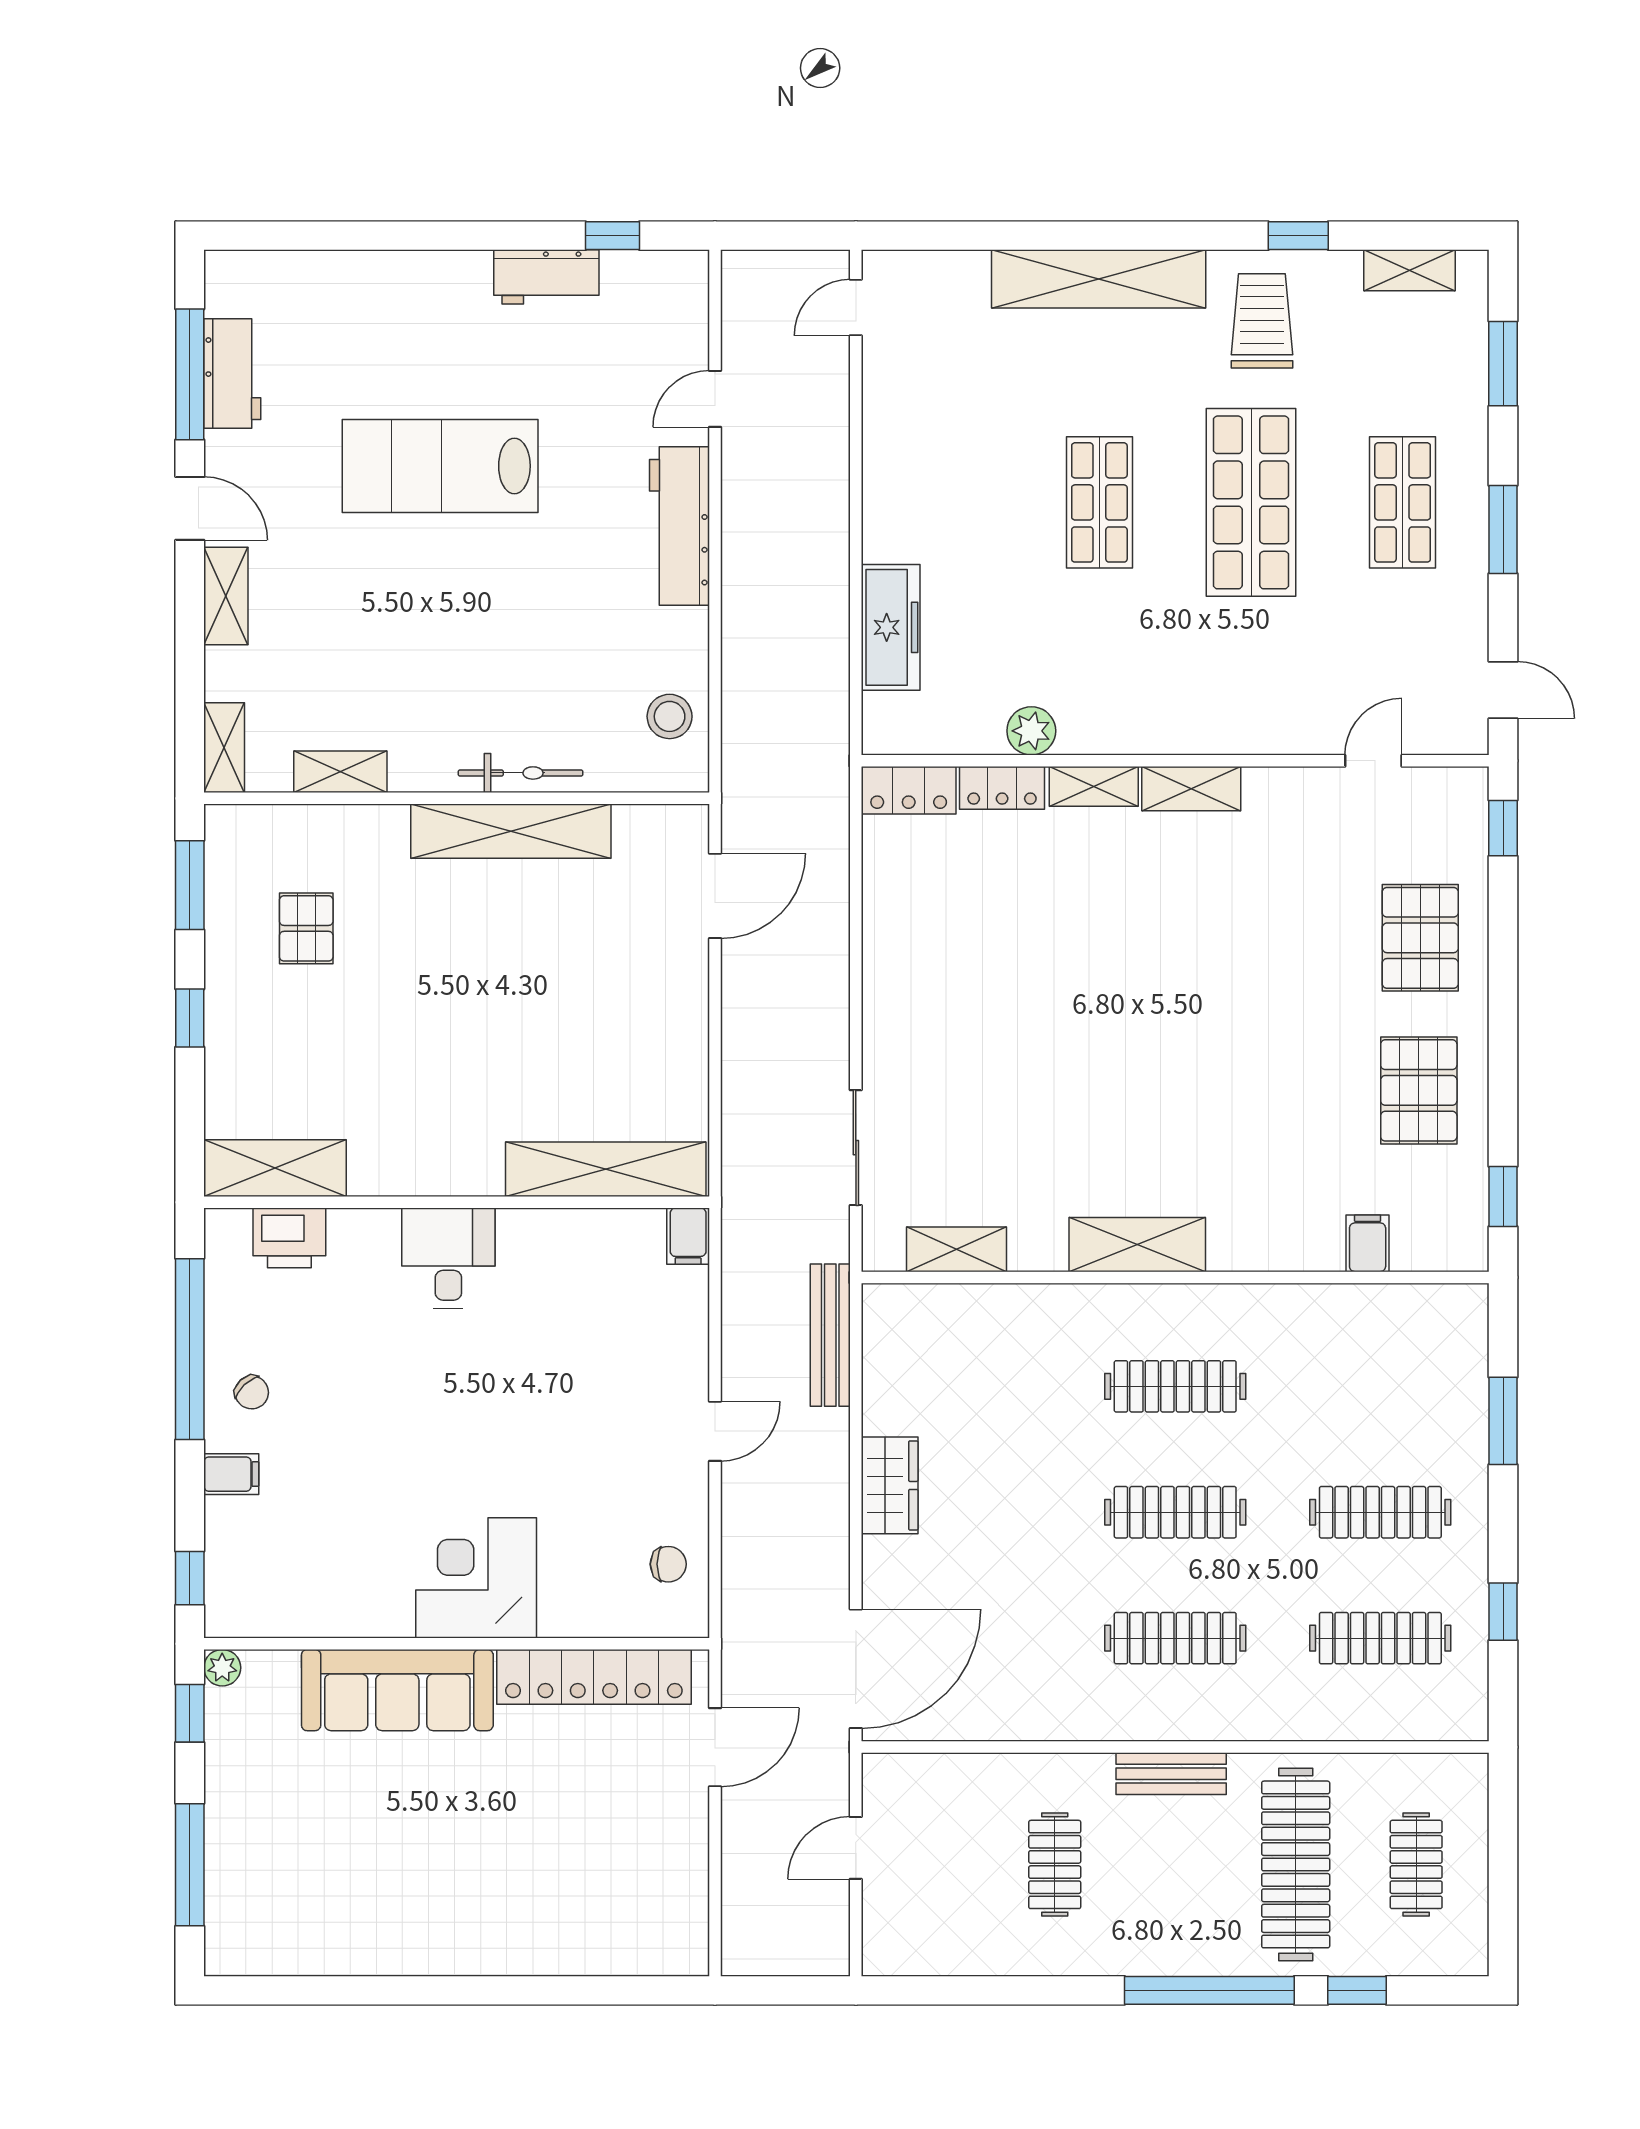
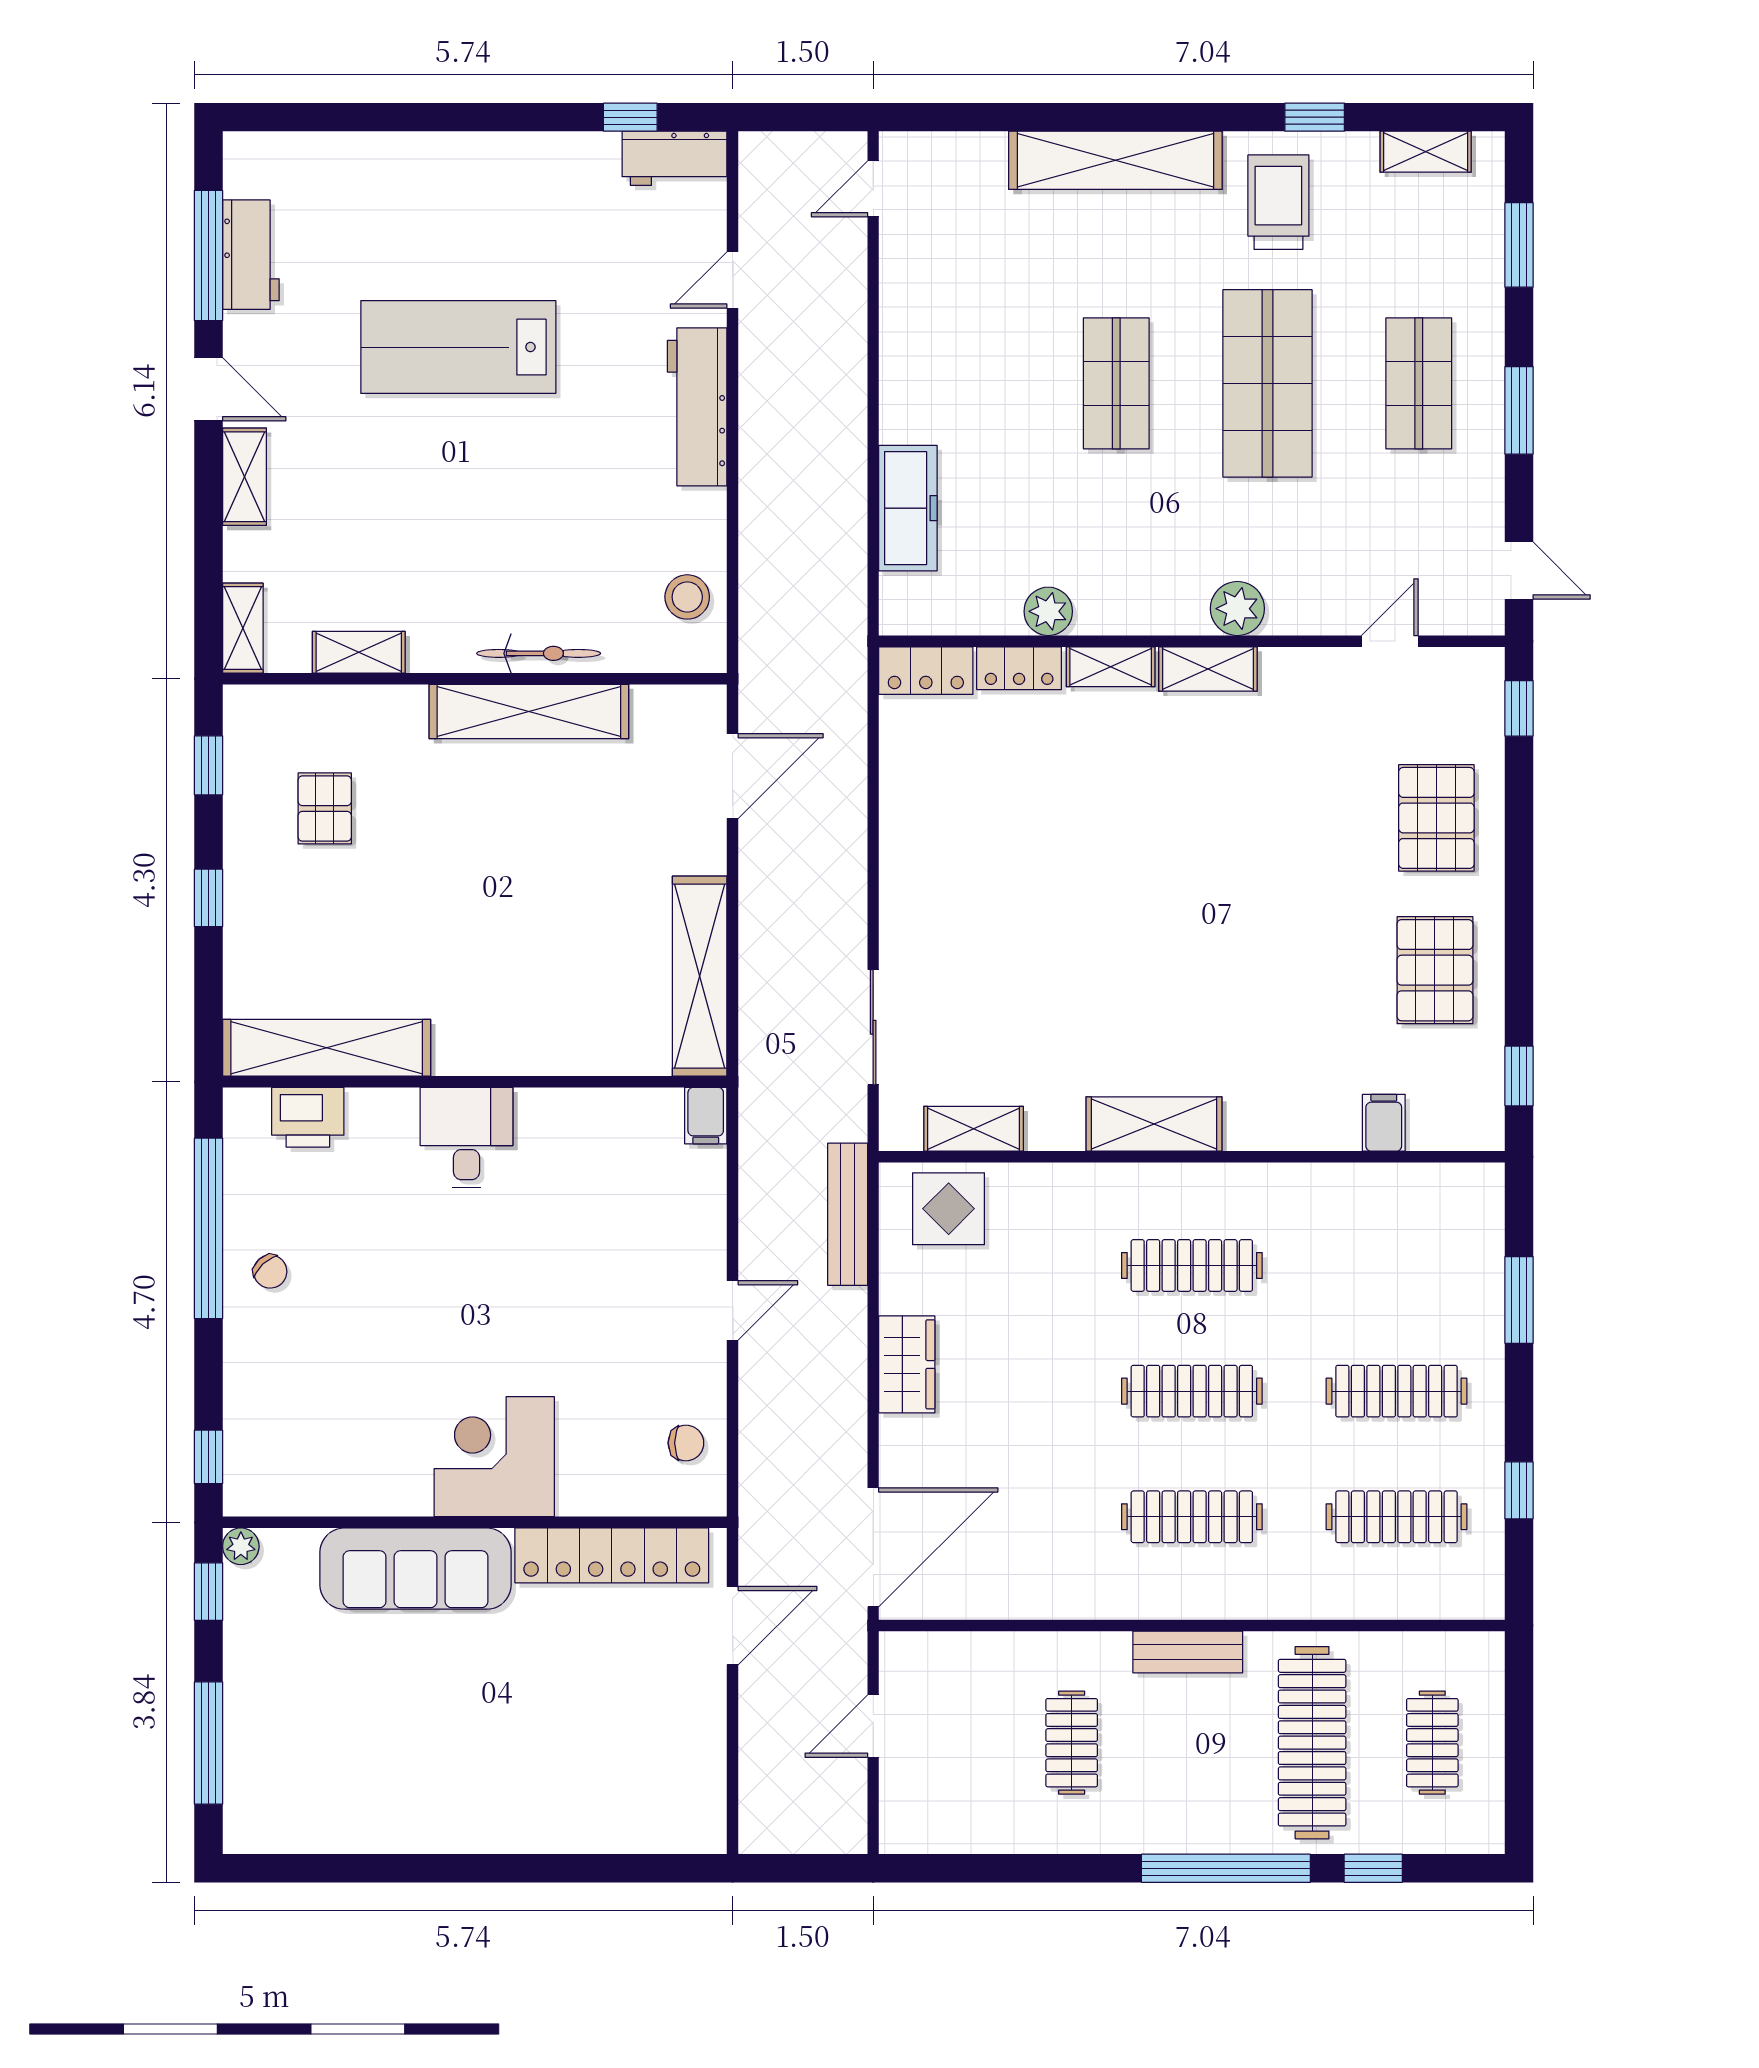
workbench: (546, 277) -> (674, 158), moved
plant: (1221, 728) -> (1237, 609), added
window: (190, 885) -> (208, 765), width x0.67
shelving: (275, 1168) -> (327, 1048), width x1.47
shelving: (606, 1169) -> (700, 976), moved, turned 90
display table: (931, 1329) -> (949, 1209), added
filing cabinet: (231, 1474) -> (250, 1353), removed

